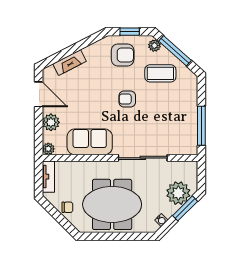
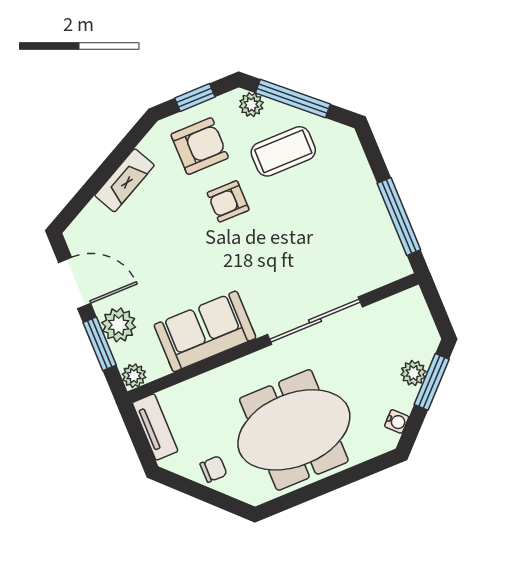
fireplace: (69, 63) -> (125, 180), moved
armchair: (127, 99) -> (228, 201), moved
window: (39, 127) -> (100, 344), added
plant: (178, 193) -> (413, 373), width x0.53, depth x0.53

